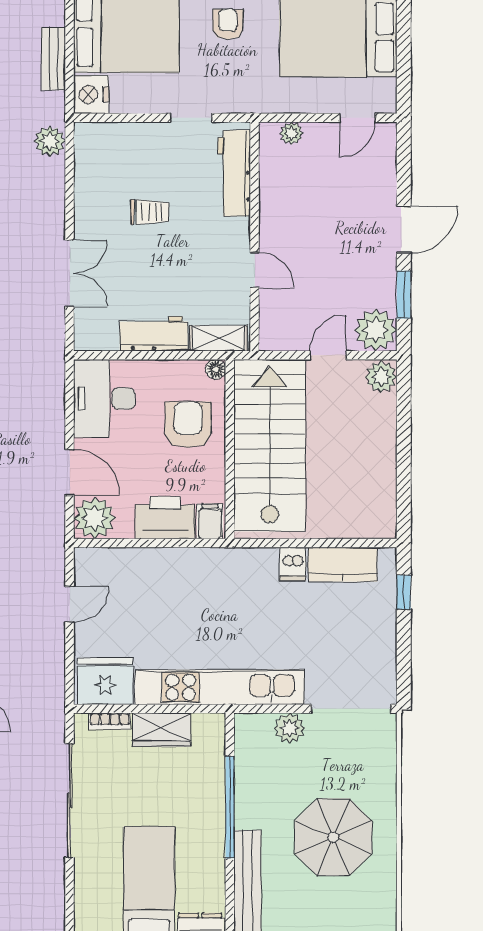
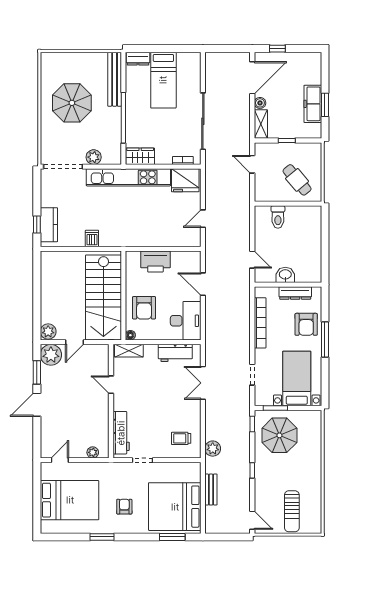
armchair: (228, 24) -> (124, 507), turned 180
nightstand: (91, 94) -> (192, 472), removed
trolley: (150, 212) -> (181, 438), moved
workbench: (154, 334) -> (175, 353), moved
plant: (95, 518) -> (190, 261), removed
filing cabinet: (210, 521) -> (133, 260), removed
kitchen counter: (343, 564) -> (49, 225), moved, turned 90
wardrobe: (162, 730) -> (140, 156), moved

